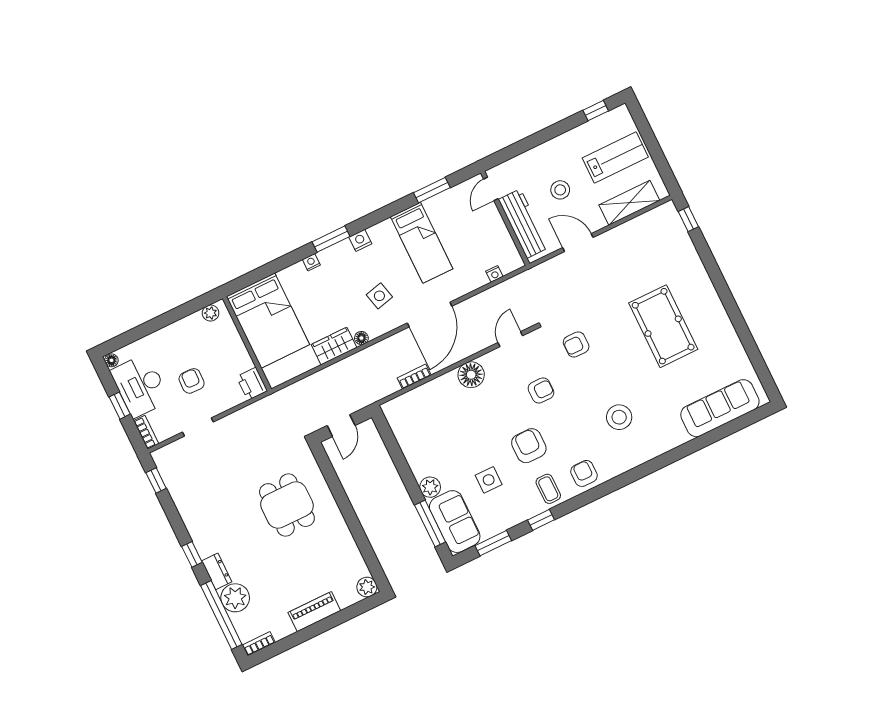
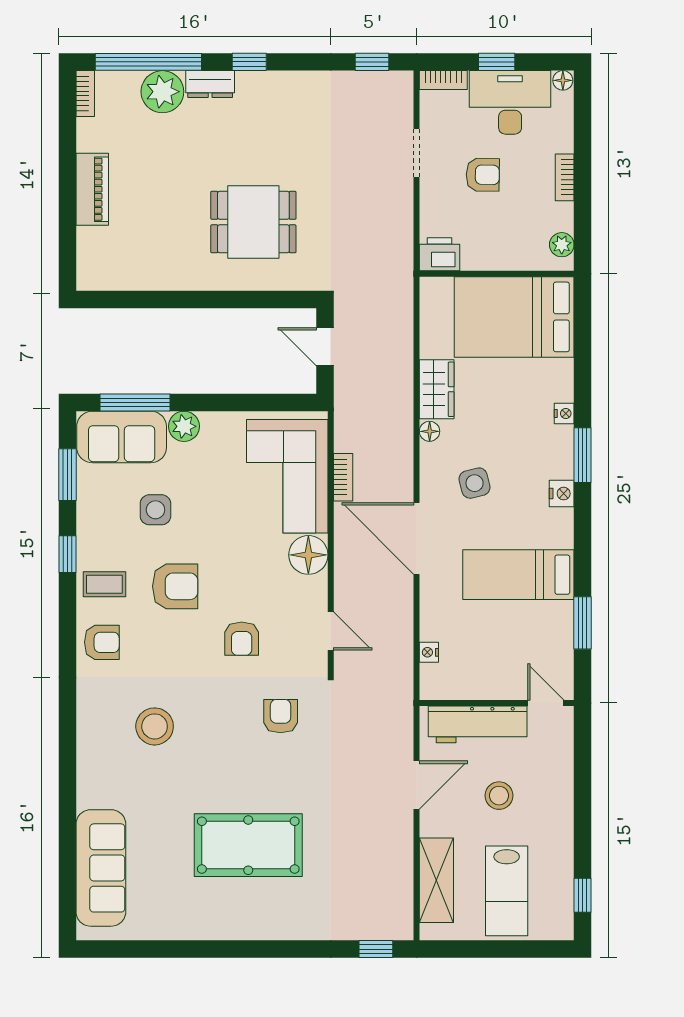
bookcase: (169, 331) -> (565, 177), added
corner sofa: (430, 410) -> (287, 476), added
plant: (367, 587) -> (91, 276), removed

